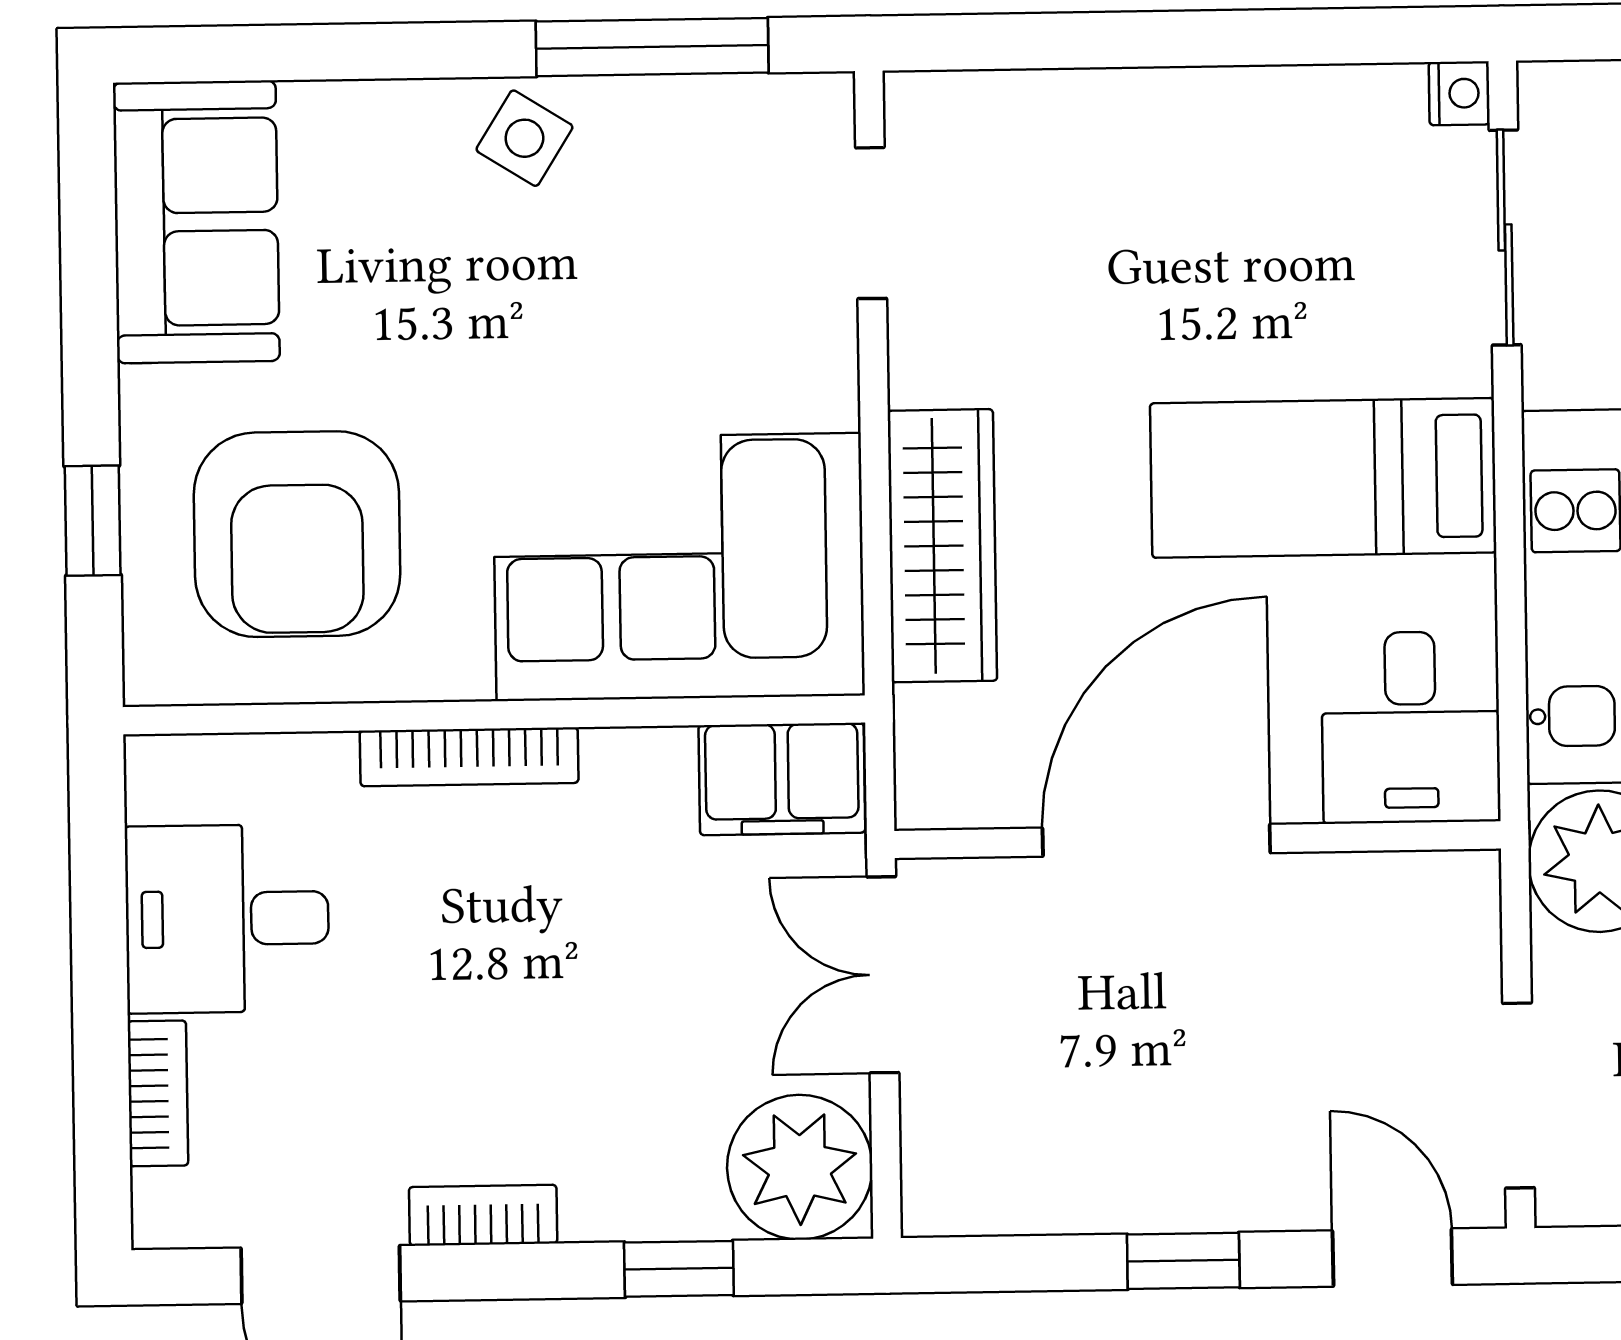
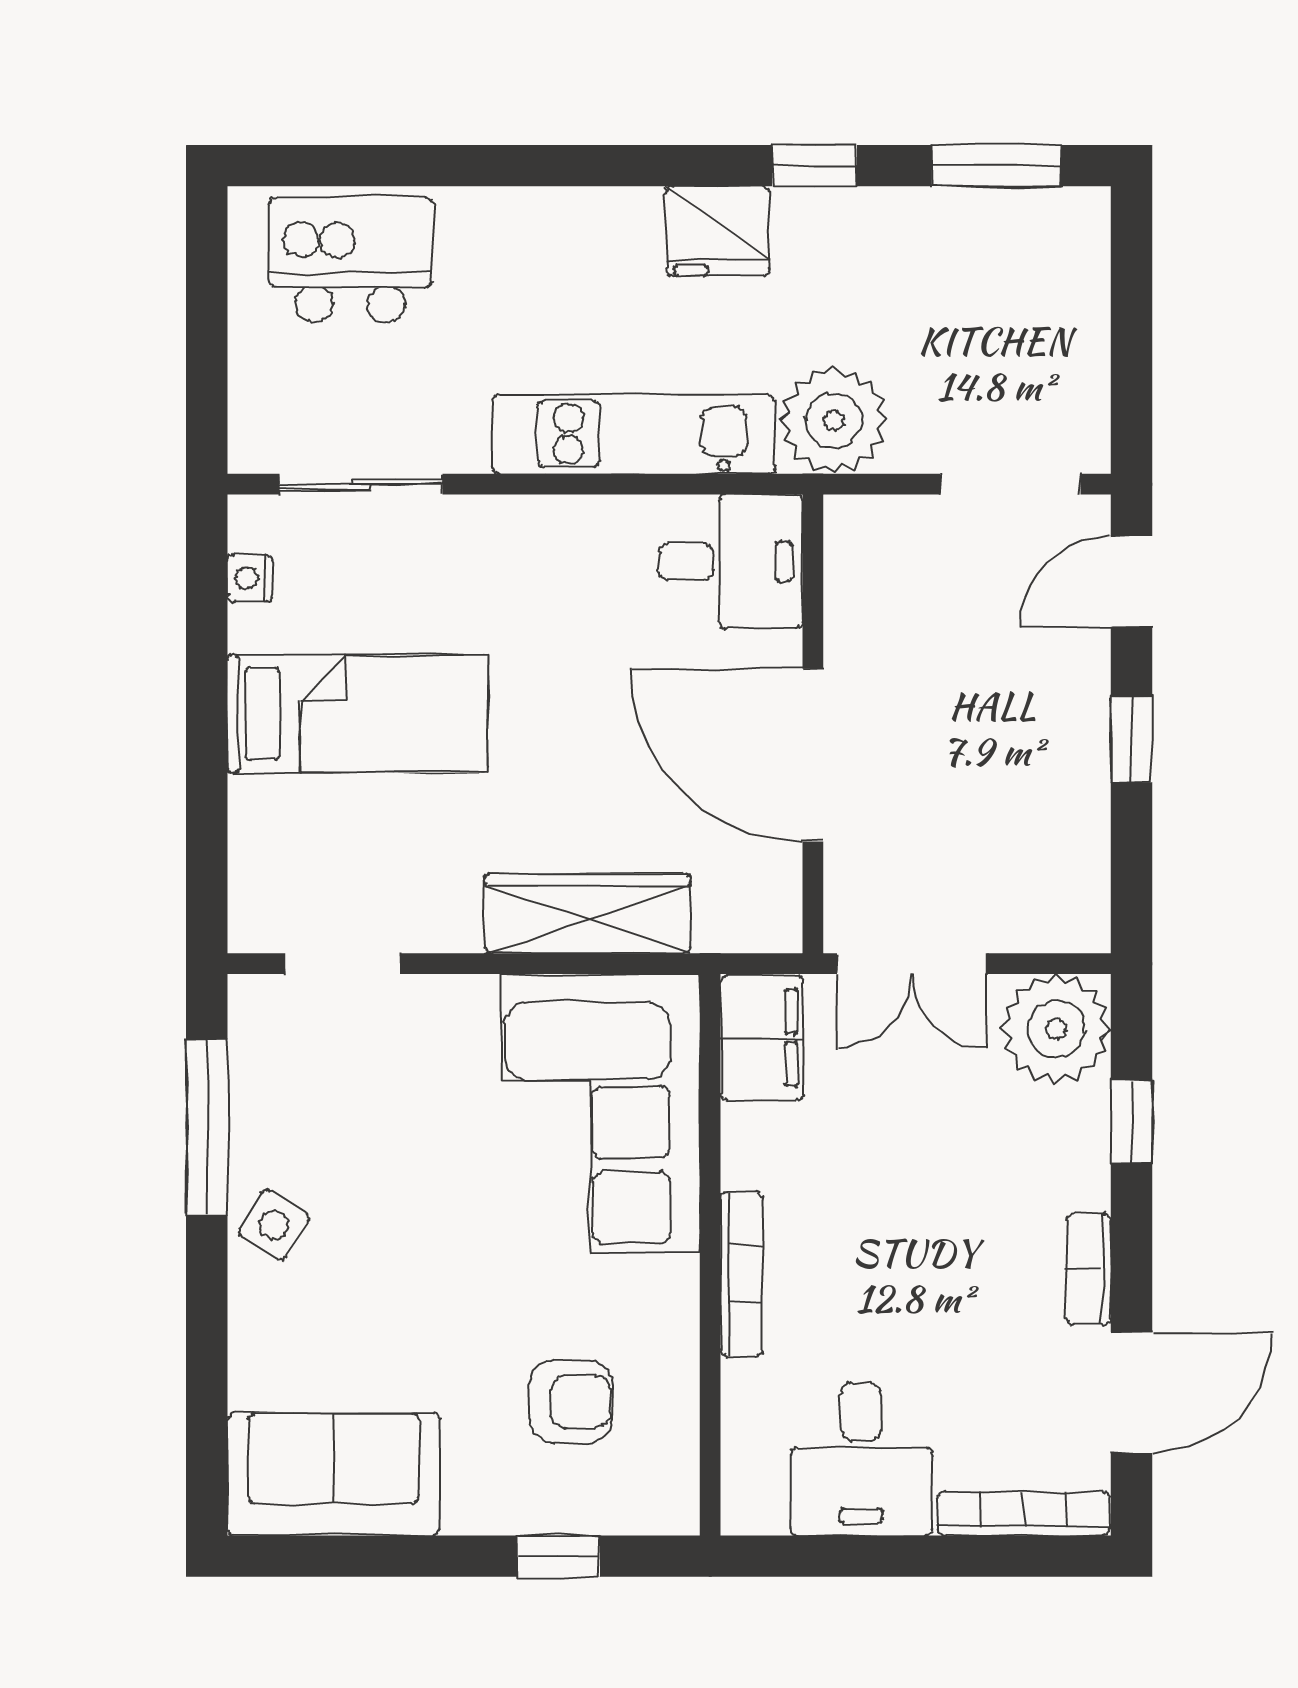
nightstand: (1459, 93) -> (250, 578), moved, turned -90
bed: (1323, 478) -> (357, 714), moved, turned -90
armchair: (297, 534) -> (571, 1402), width x0.53, depth x0.53
bookcase: (158, 1093) -> (1023, 1514), width x1.56

